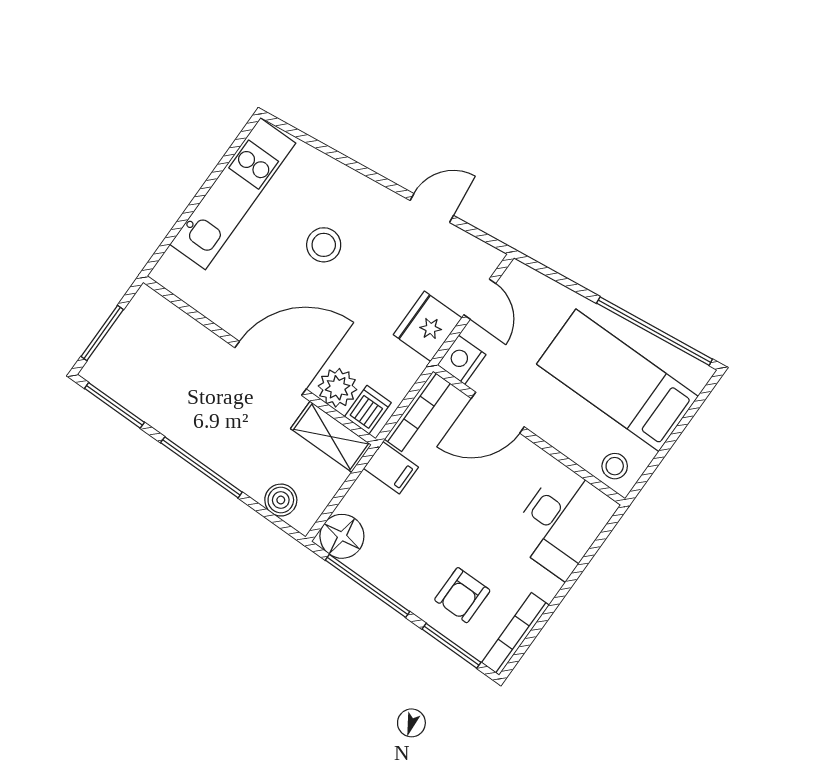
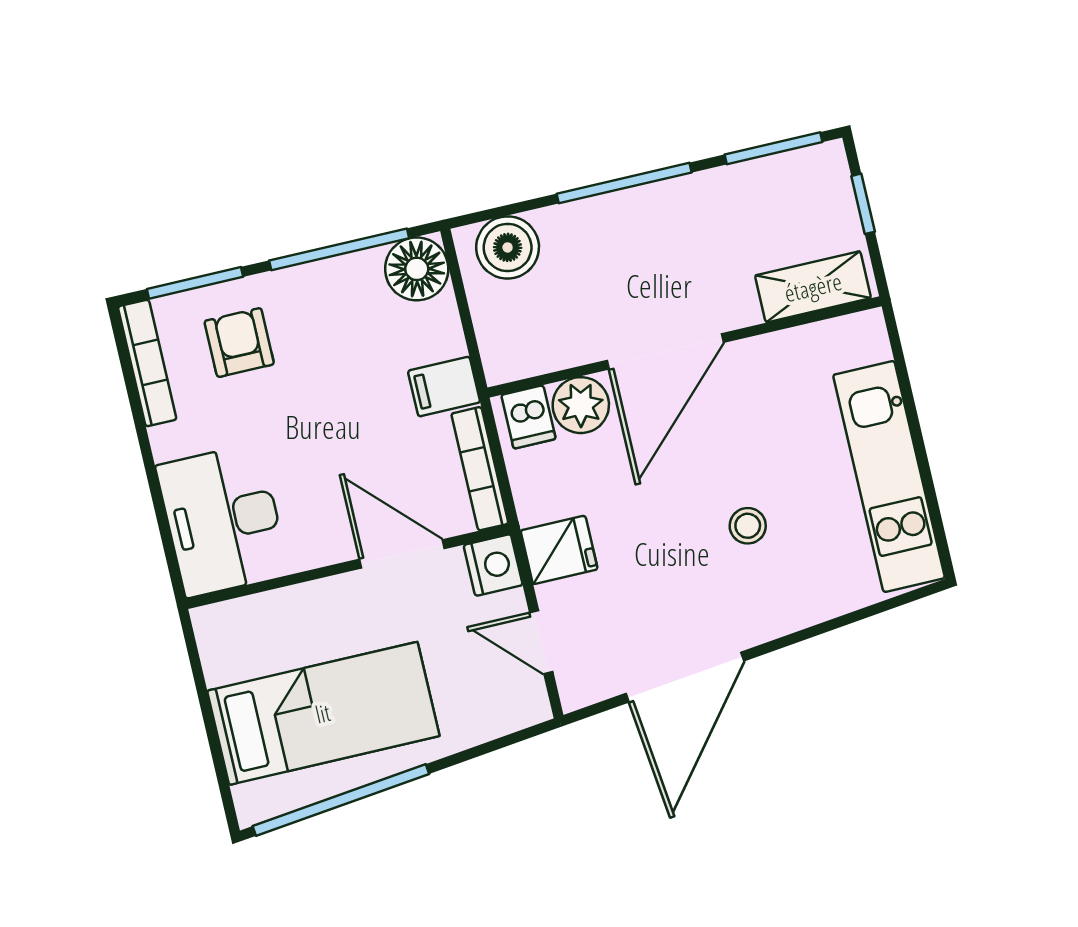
door: (432, 208) -> (685, 677), width x1.88
stool: (324, 245) -> (748, 526), width x0.73, depth x0.73
fridge: (428, 326) -> (559, 550), width x0.72
window: (102, 333) -> (863, 204), width x0.67
door: (498, 413) -> (402, 554), hinge flipped
shelving: (331, 437) -> (813, 287), moved
stool: (615, 466) -> (233, 629), removed
boiler: (281, 500) -> (508, 247), width x1.36, depth x1.36

